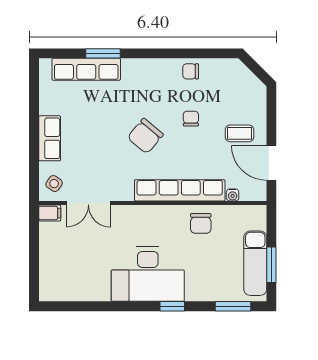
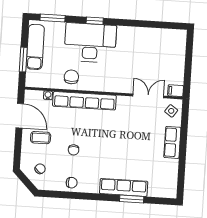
row of seats: (86, 69) -> (124, 187), moved
chair: (145, 136) -> (40, 169), moved, width x0.54, depth x0.54
window: (271, 265) -> (23, 60), moved
desk: (148, 274) -> (90, 43), moved

